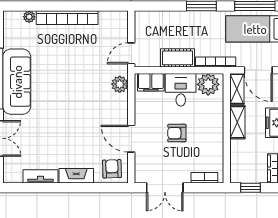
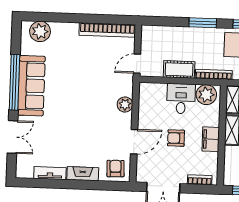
plant: (29, 17) -> (40, 31), width x1.87, depth x1.87
bookcase: (67, 18) -> (107, 30), moved
filing cabinet: (151, 82) -> (211, 139), moved, turned 90
plant: (120, 84) -> (125, 104), moved
door: (131, 139) -> (134, 142), swing flipped

